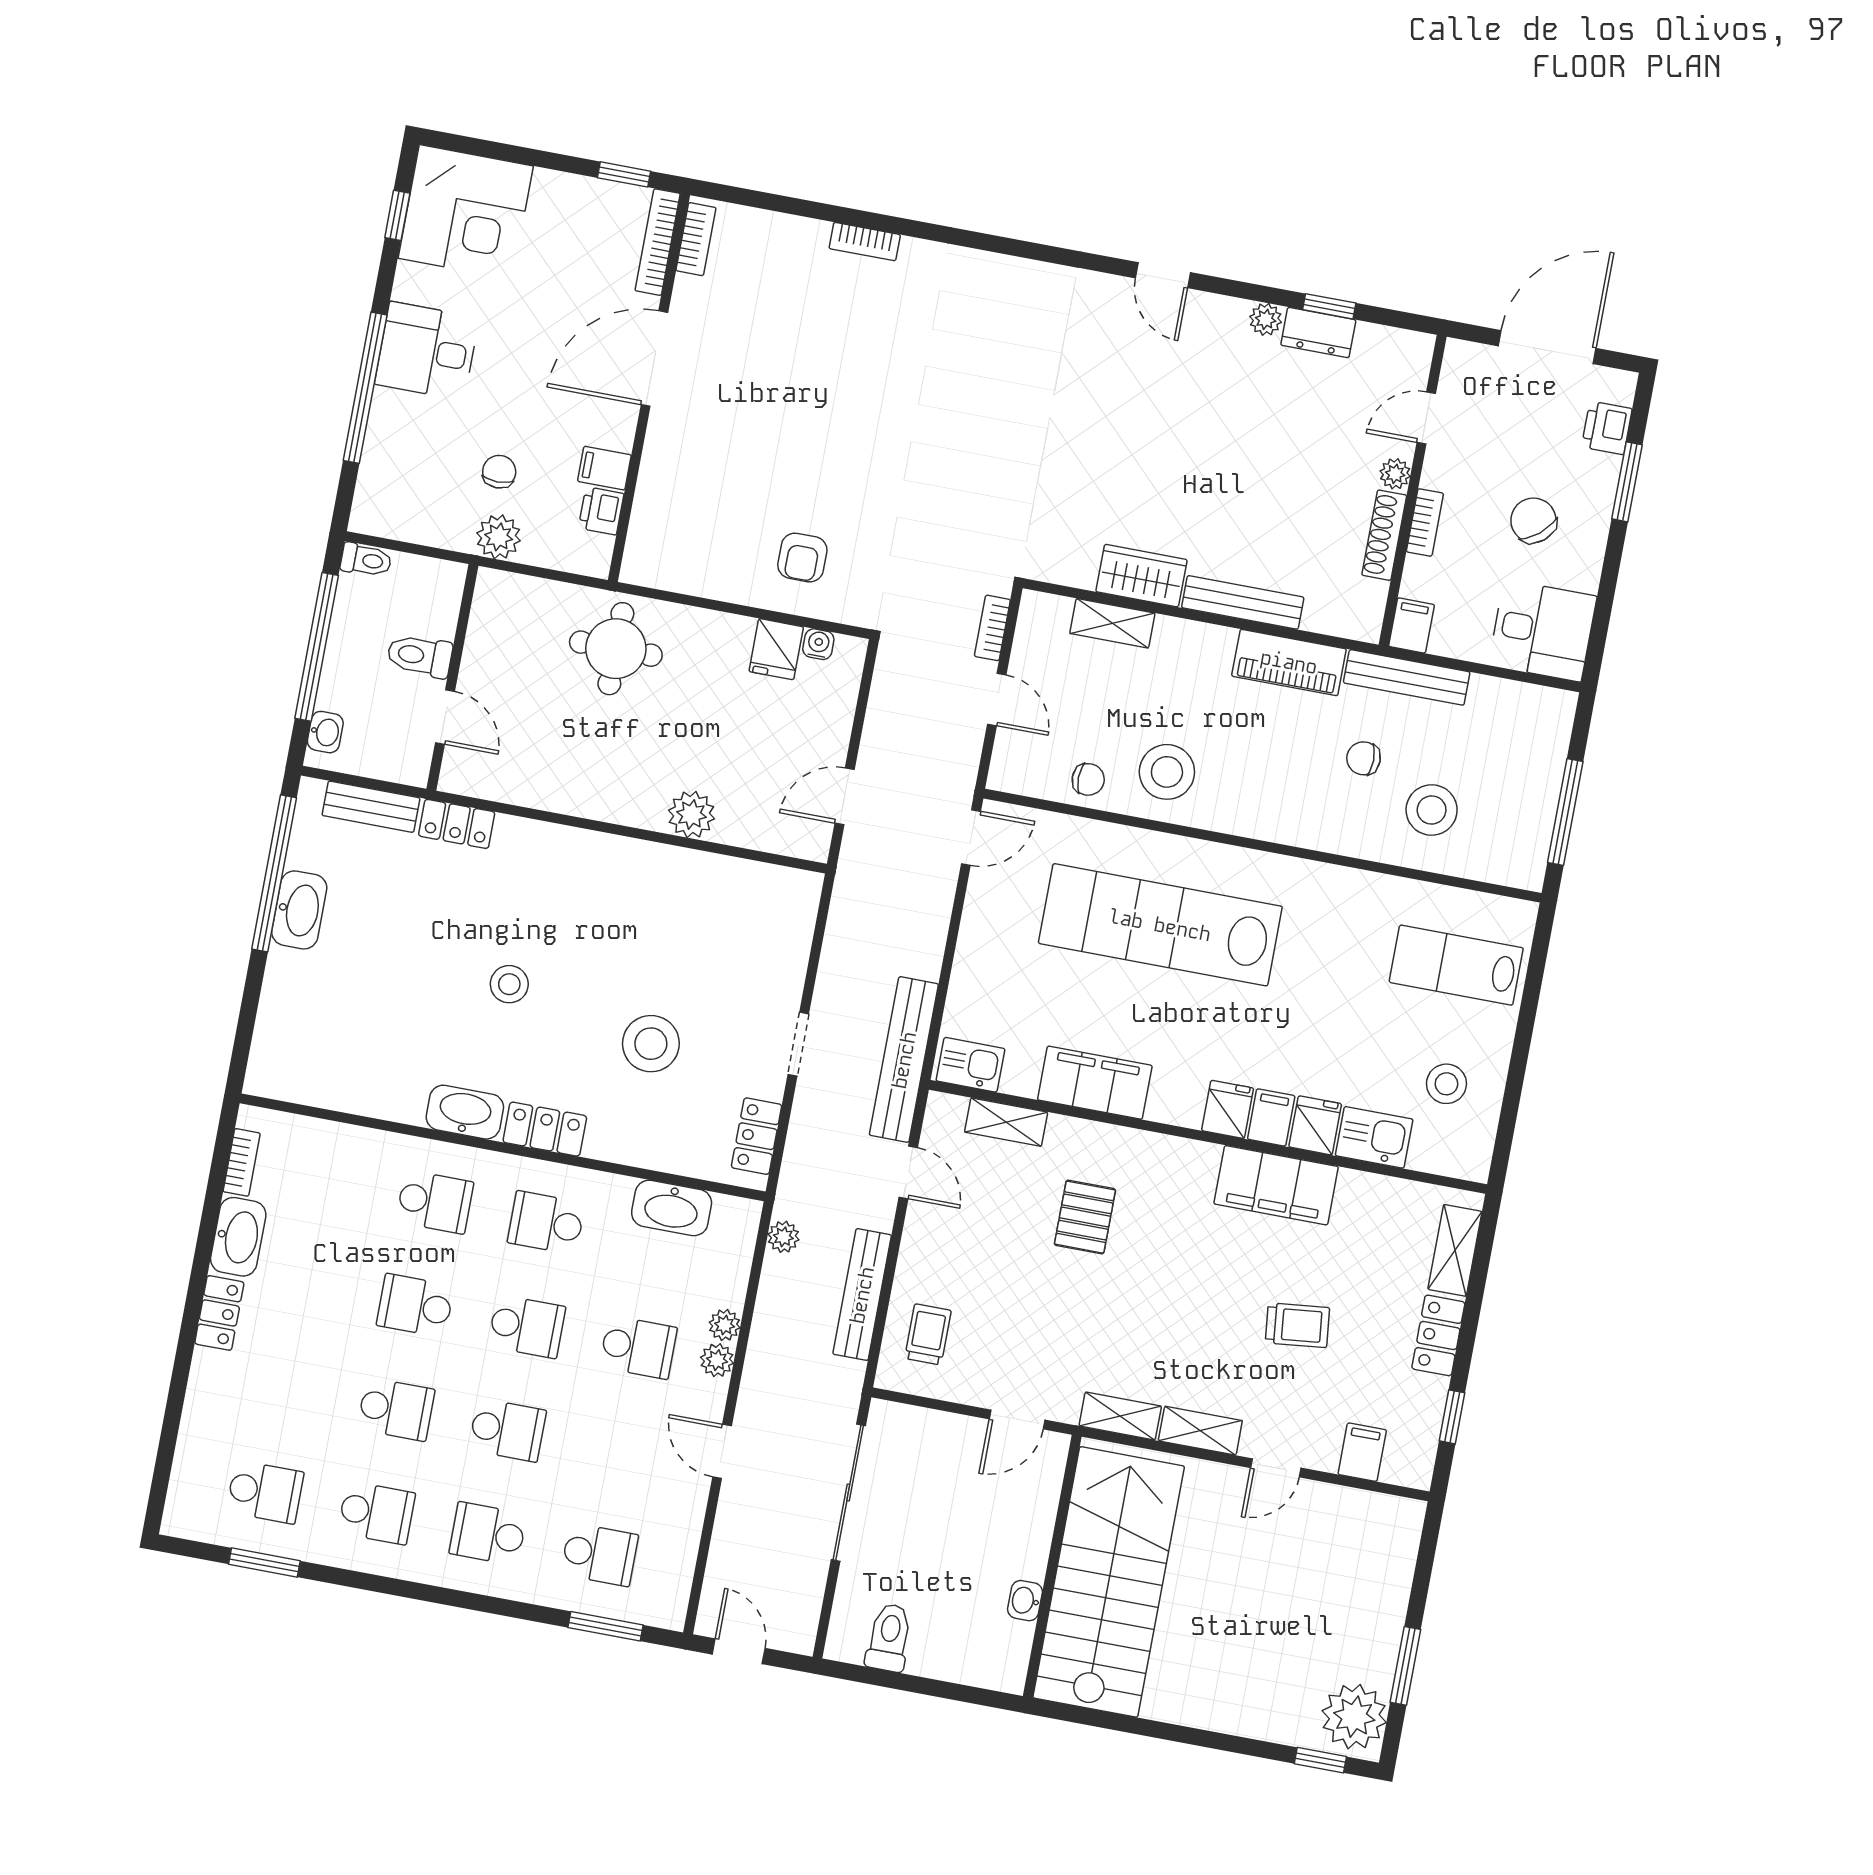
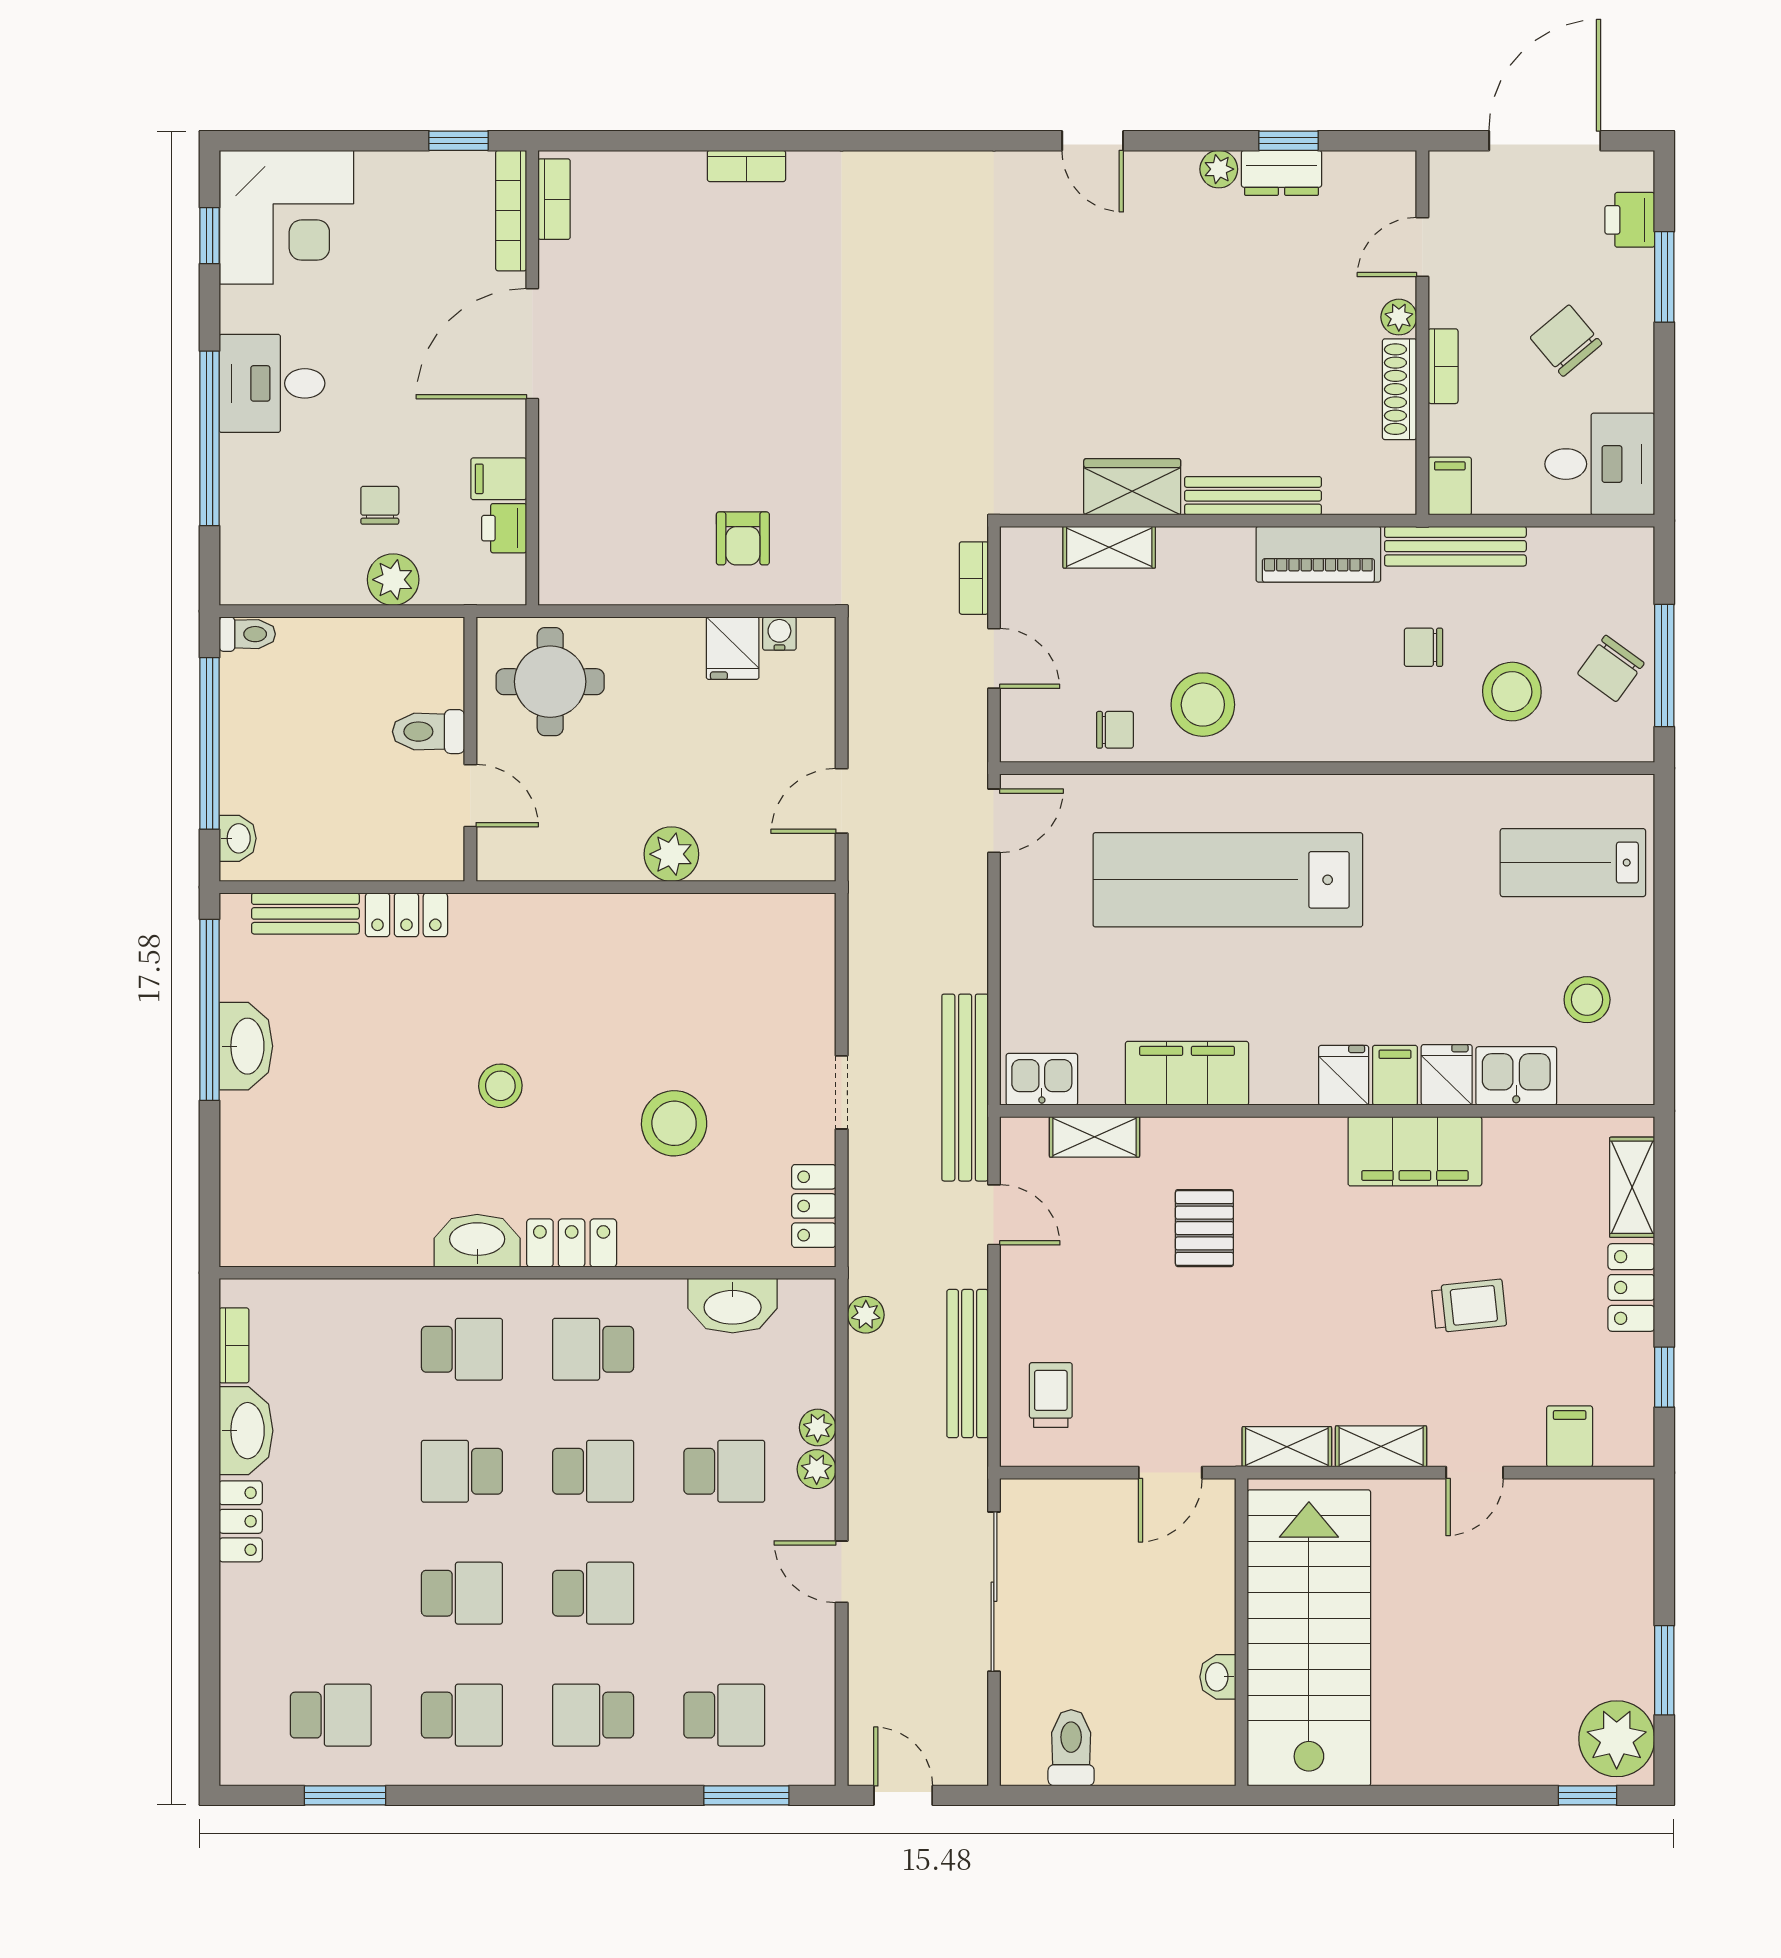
toilet: (420, 656) -> (429, 732), moved
wall: (452, 677) -> (470, 749), moved
door: (445, 717) -> (470, 796), moved
chair: (1519, 806) -> (1611, 668), added

